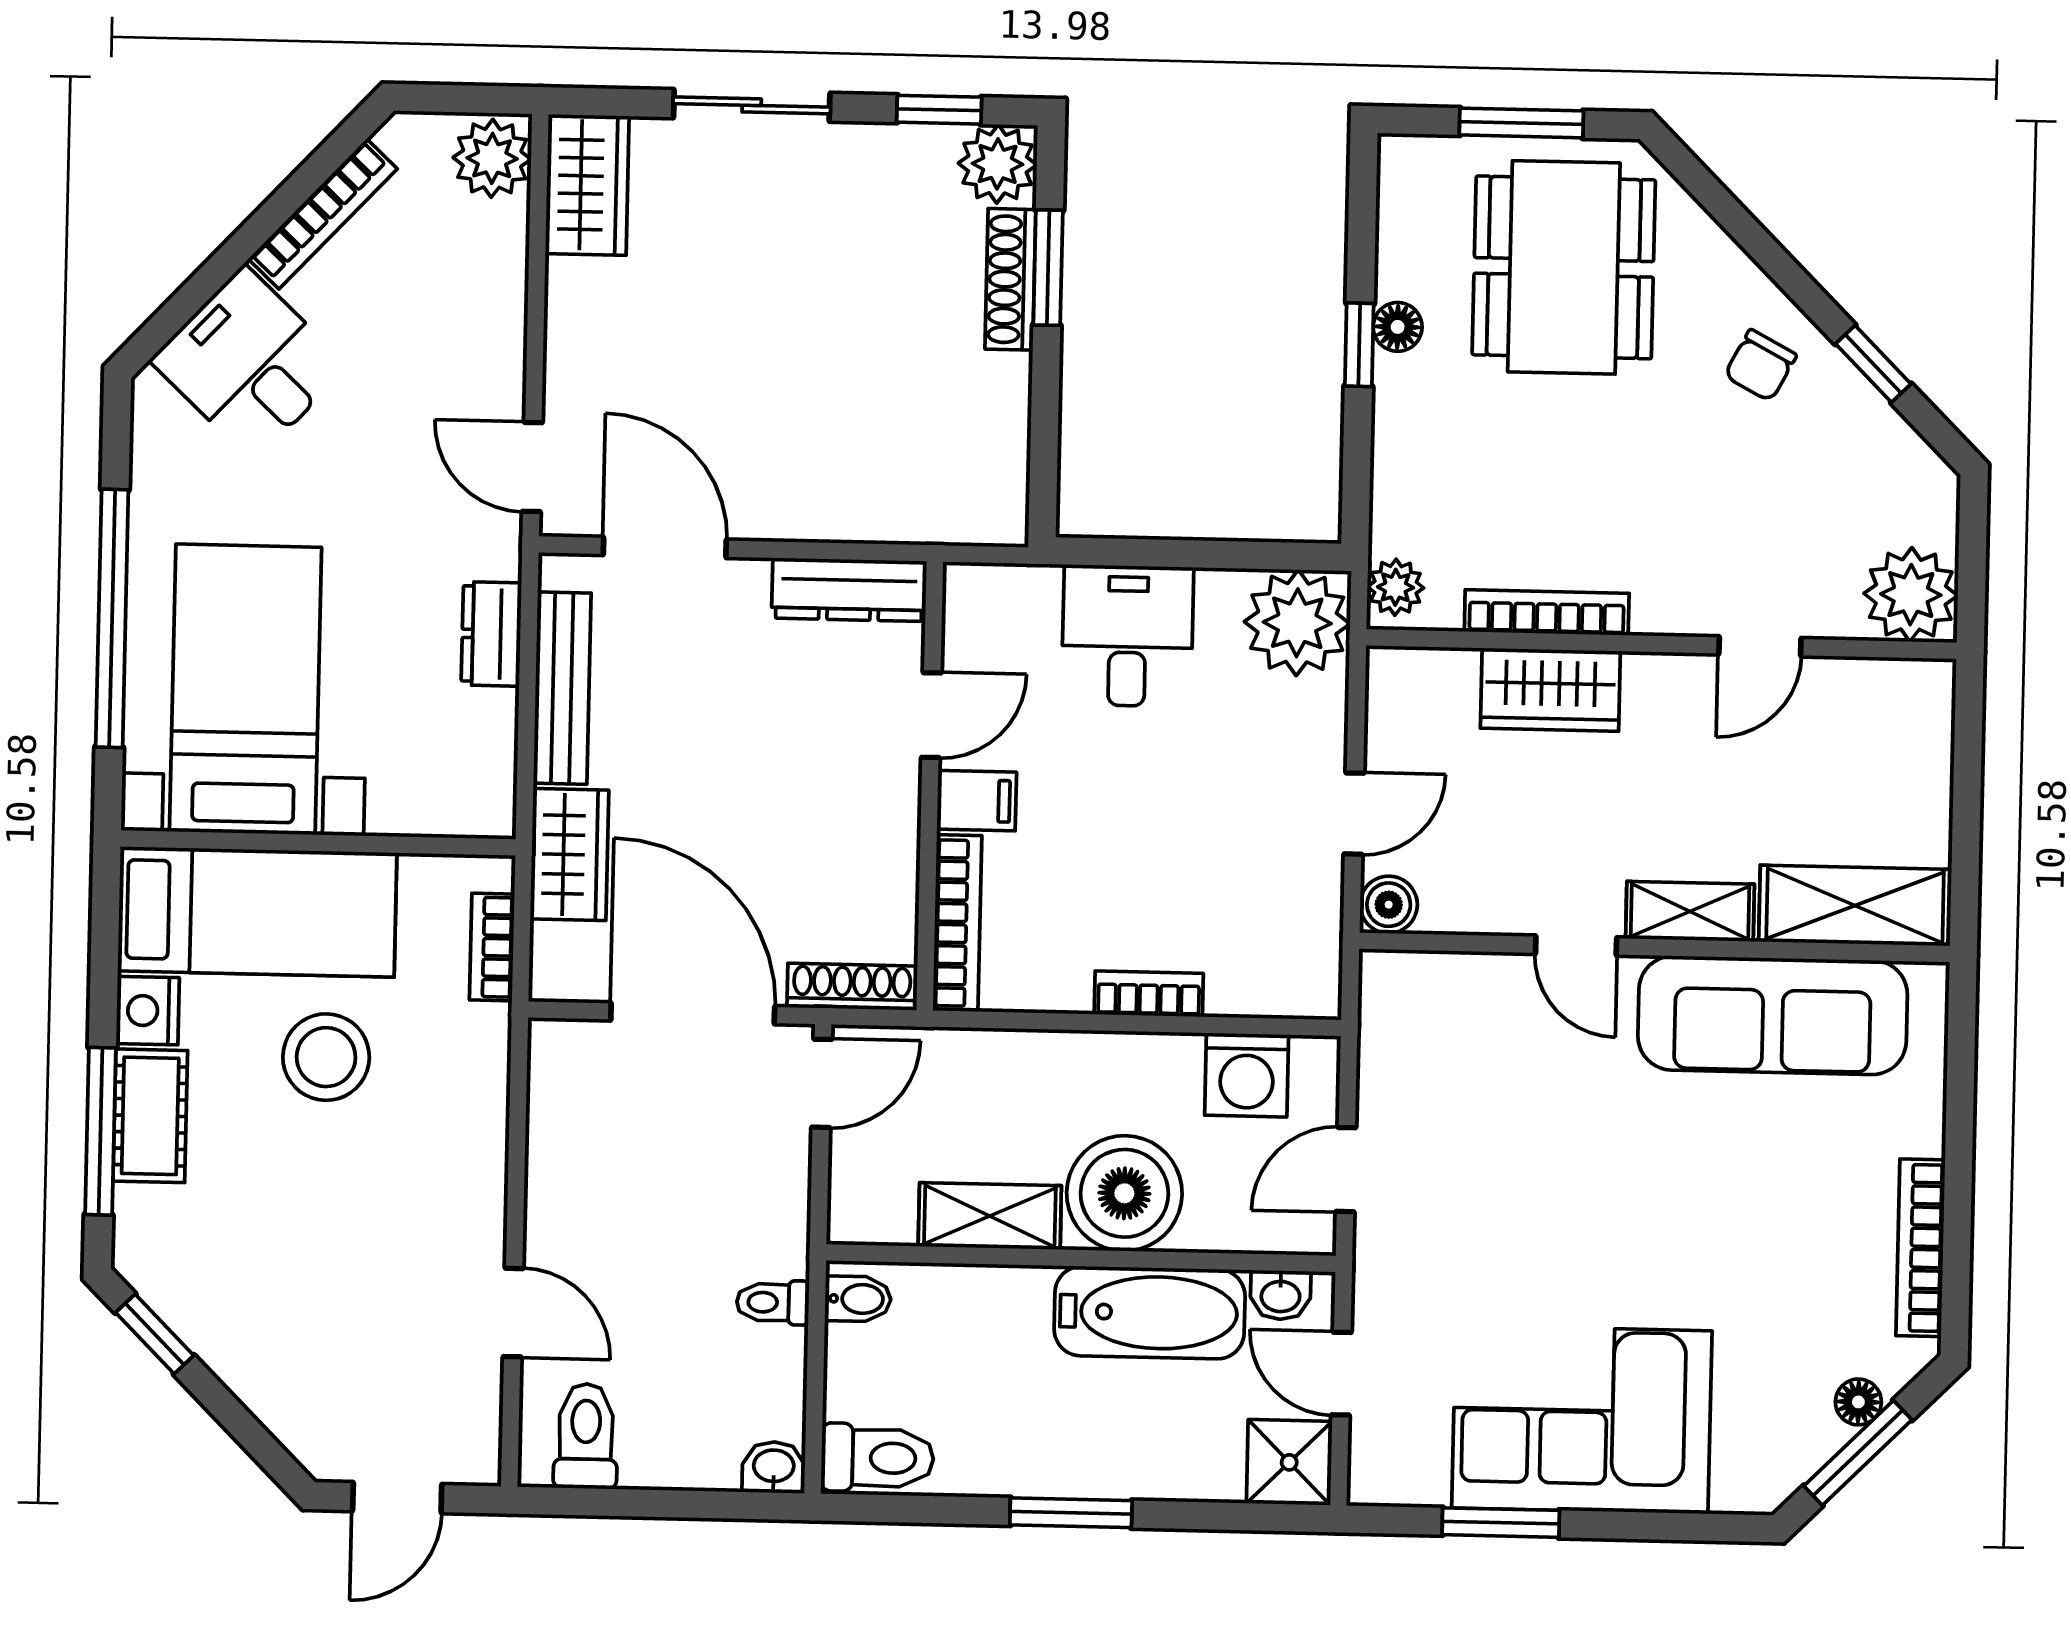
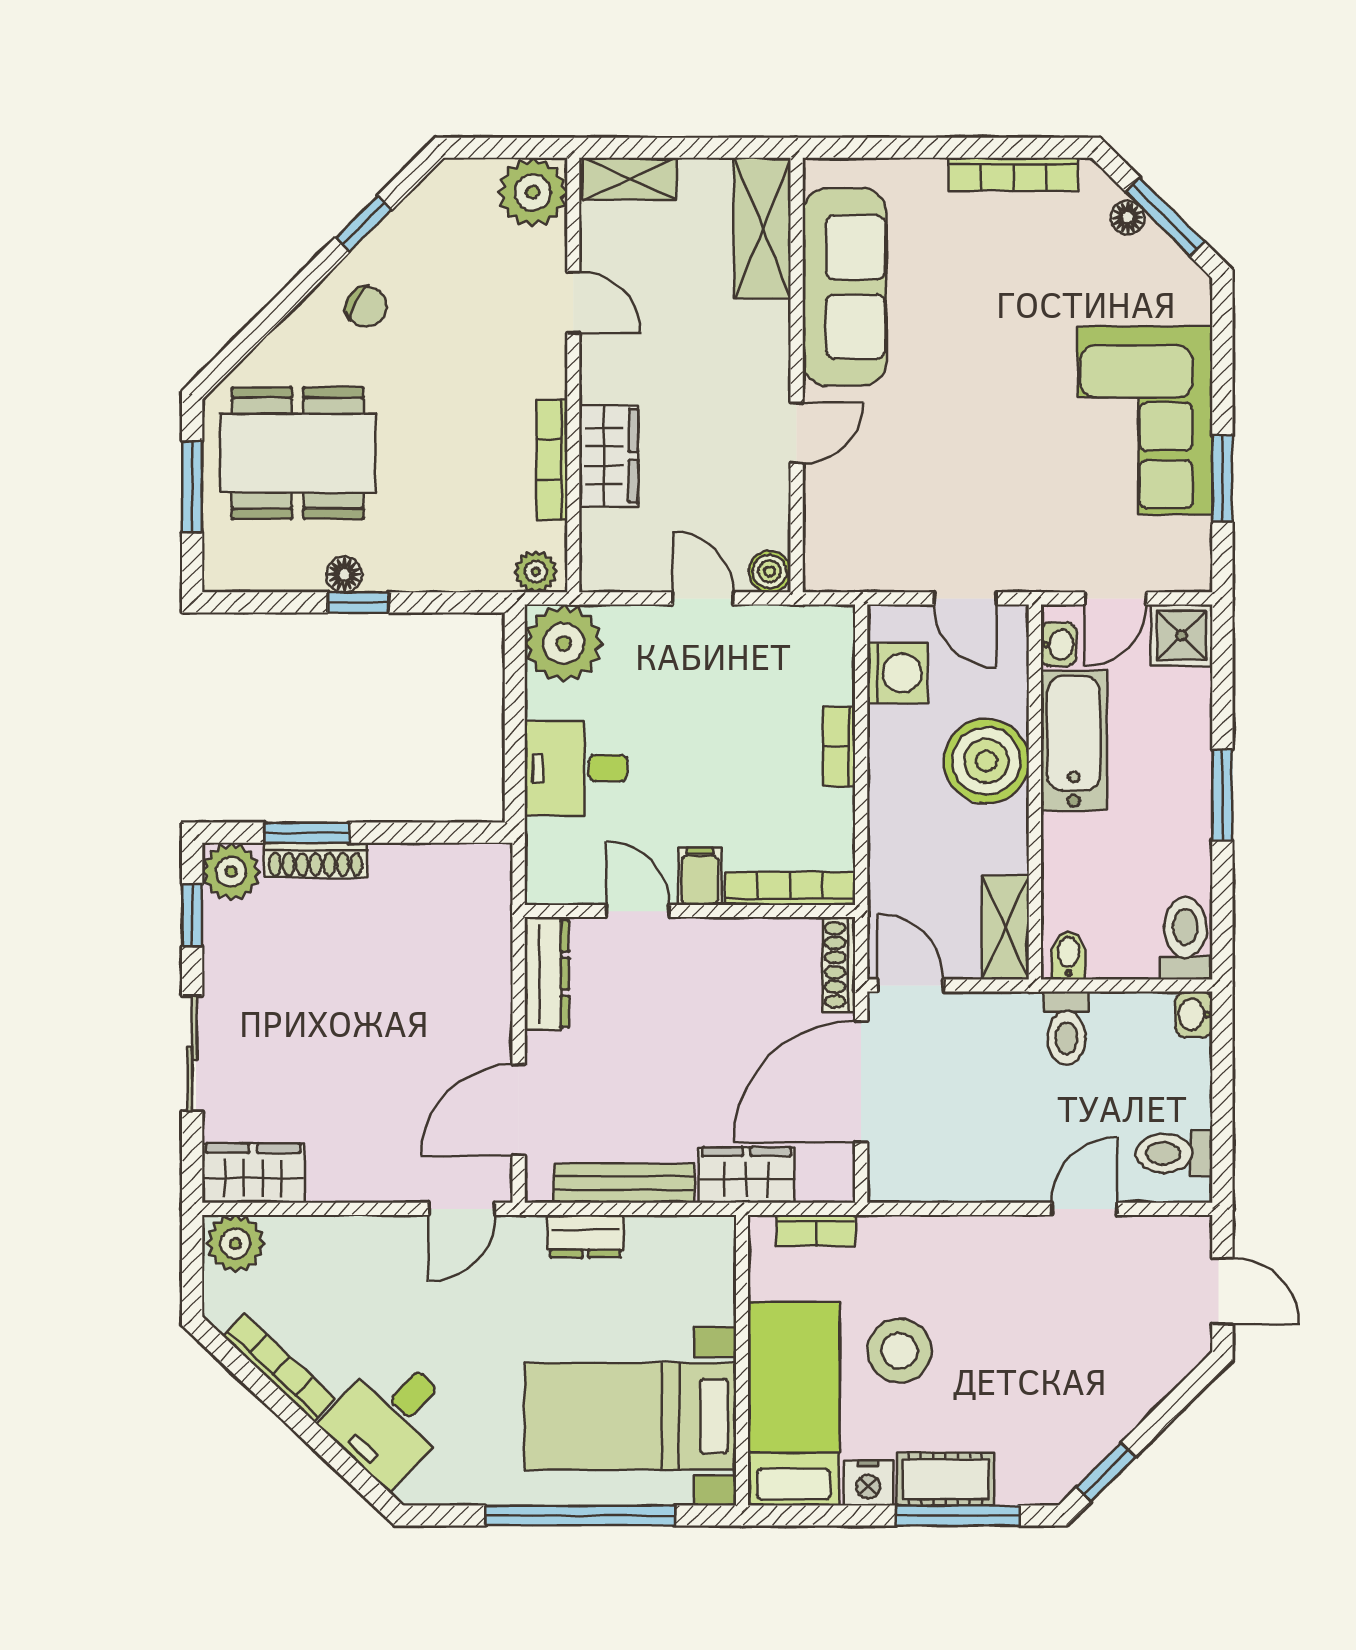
shelving: (1690, 911) -> (629, 179), moved, turned 90
shelving: (990, 1216) -> (1005, 927), moved
toilet: (773, 1302) -> (1066, 1028), width x1.37, depth x1.39

